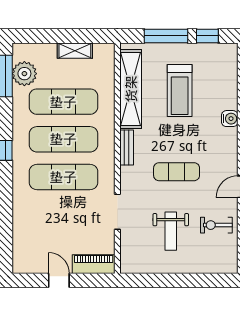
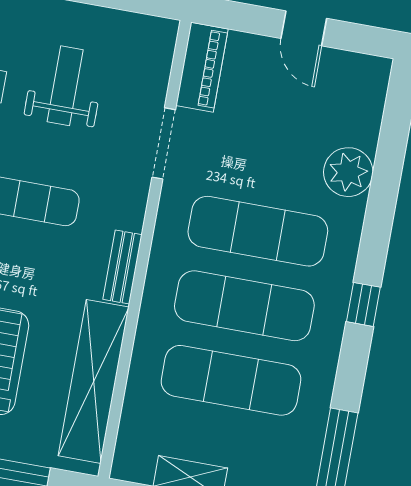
plant: (24, 74) -> (348, 172), moved
piano: (94, 264) -> (202, 67), moved, turned -90

